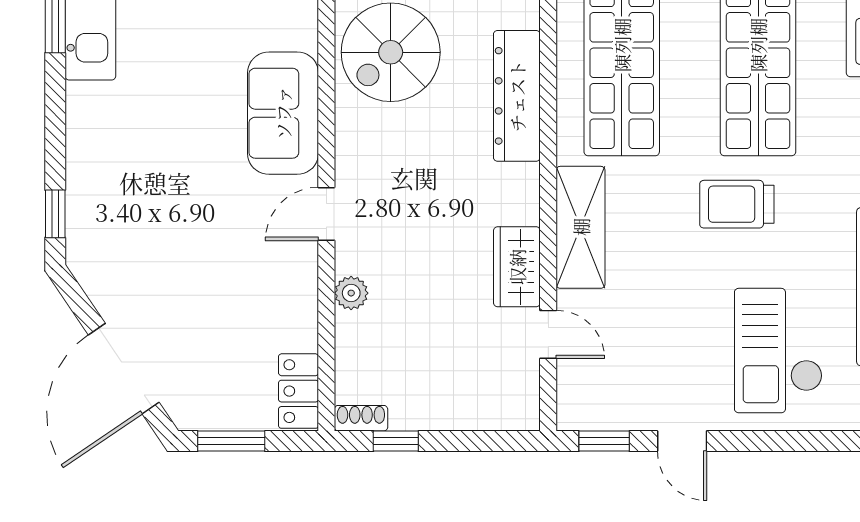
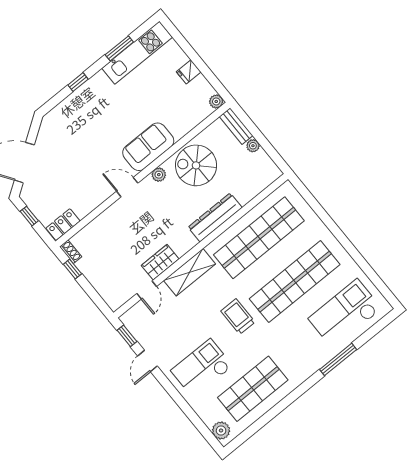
window: (55, 214) -> (78, 82), moved
plant: (351, 293) -> (159, 175), moved
window: (231, 441) -> (29, 216), width x0.67

